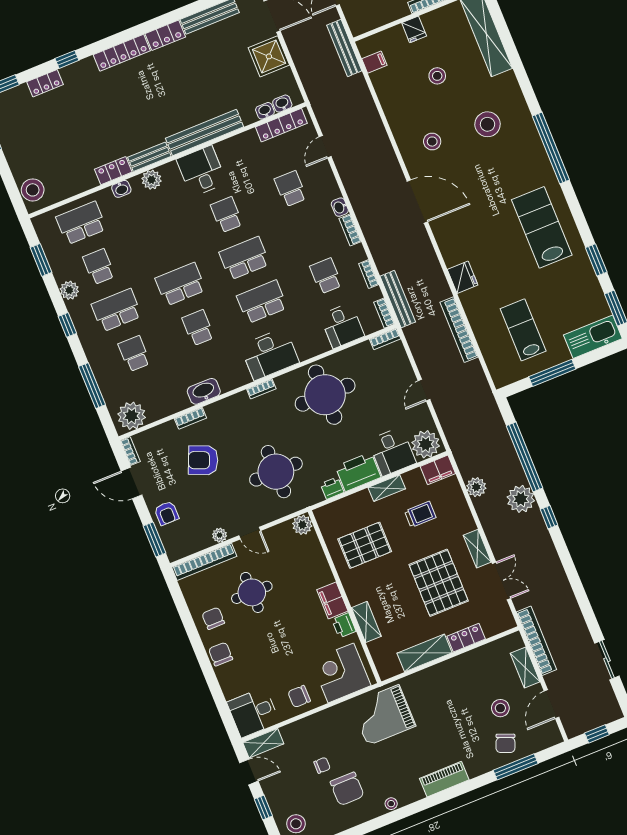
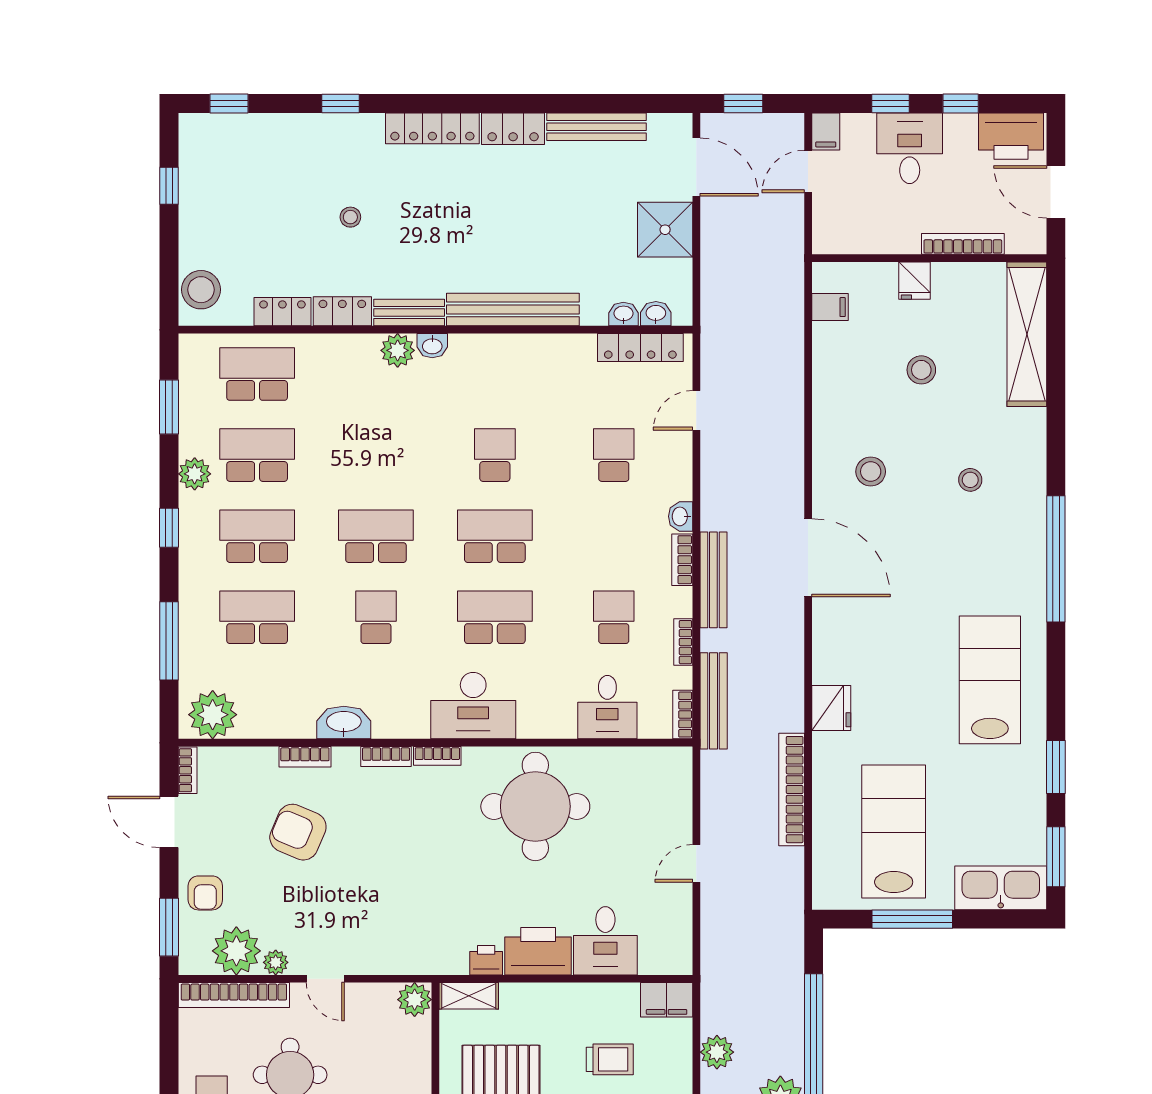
bench: (344, 48) -> (713, 580), moved
locker: (45, 83) -> (282, 312), moved, turned 180
stool: (97, 118) -> (350, 217), added
stool: (488, 124) -> (970, 480), width x0.53, depth x0.53
desk: (201, 171) -> (483, 369), removed
washbasin: (121, 189) -> (432, 346), moved
school desk: (99, 267) -> (257, 455), width x1.85
lab bench: (523, 330) -> (894, 831), width x1.36, depth x1.39
bookcase: (385, 339) -> (386, 756), moved
school desk: (134, 354) -> (257, 617), width x1.85
plant: (426, 444) -> (236, 951), moved
round table: (276, 472) -> (407, 898), removed
shelving: (387, 488) -> (469, 996), moved

